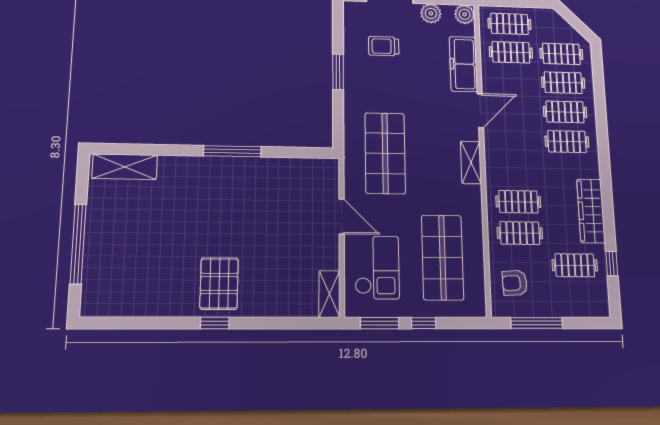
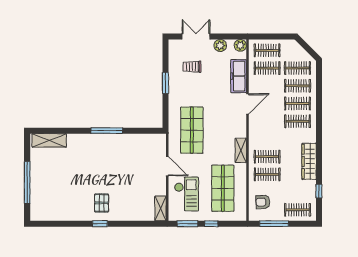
shelving: (471, 162) -> (241, 150), moved
clothes rail: (575, 265) -> (298, 210), moved
pallet: (219, 283) -> (102, 203), width x0.67, depth x0.71

